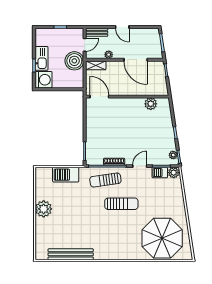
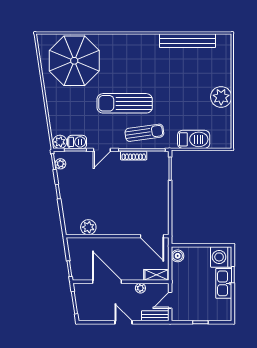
boiler: (74, 61) -> (178, 256), moved, width x0.54, depth x0.54
sun lounger: (121, 204) -> (125, 103), width x1.36, depth x1.34

